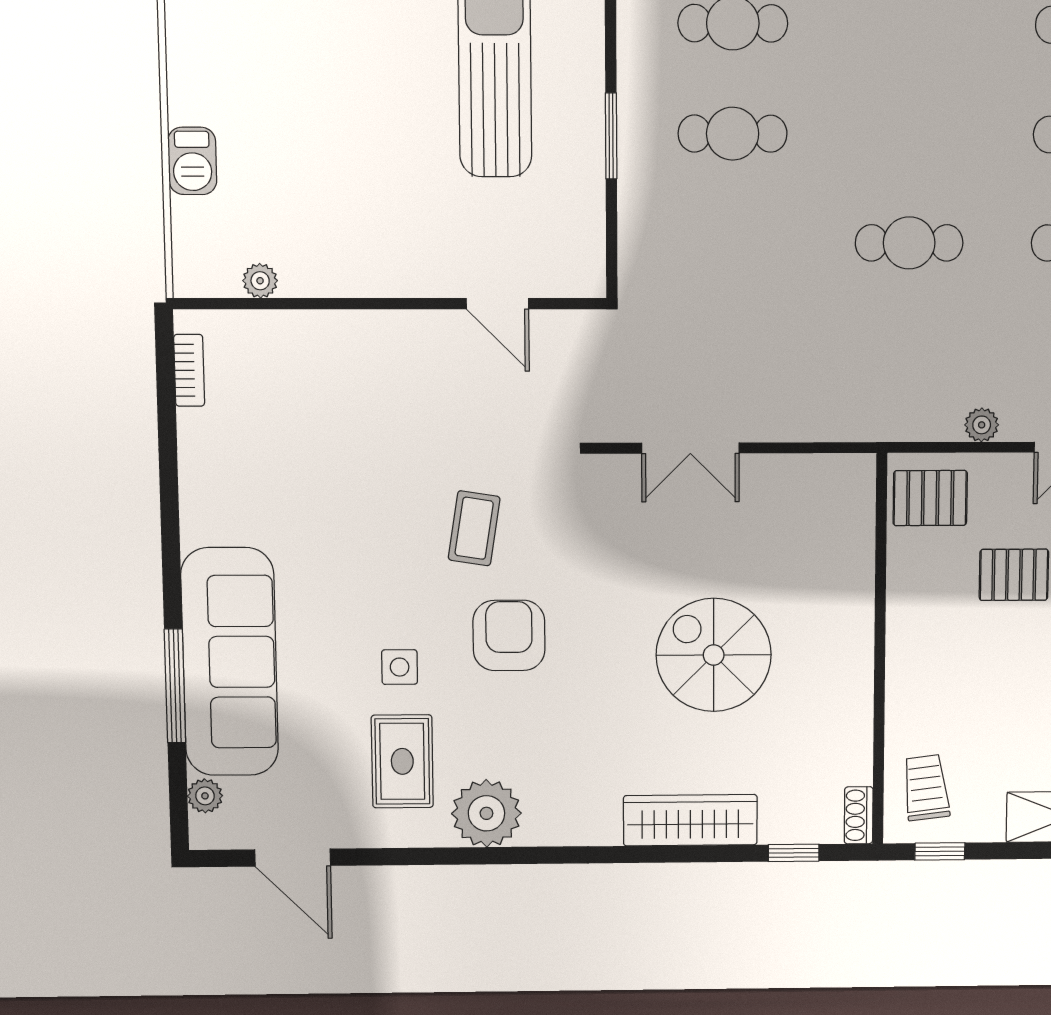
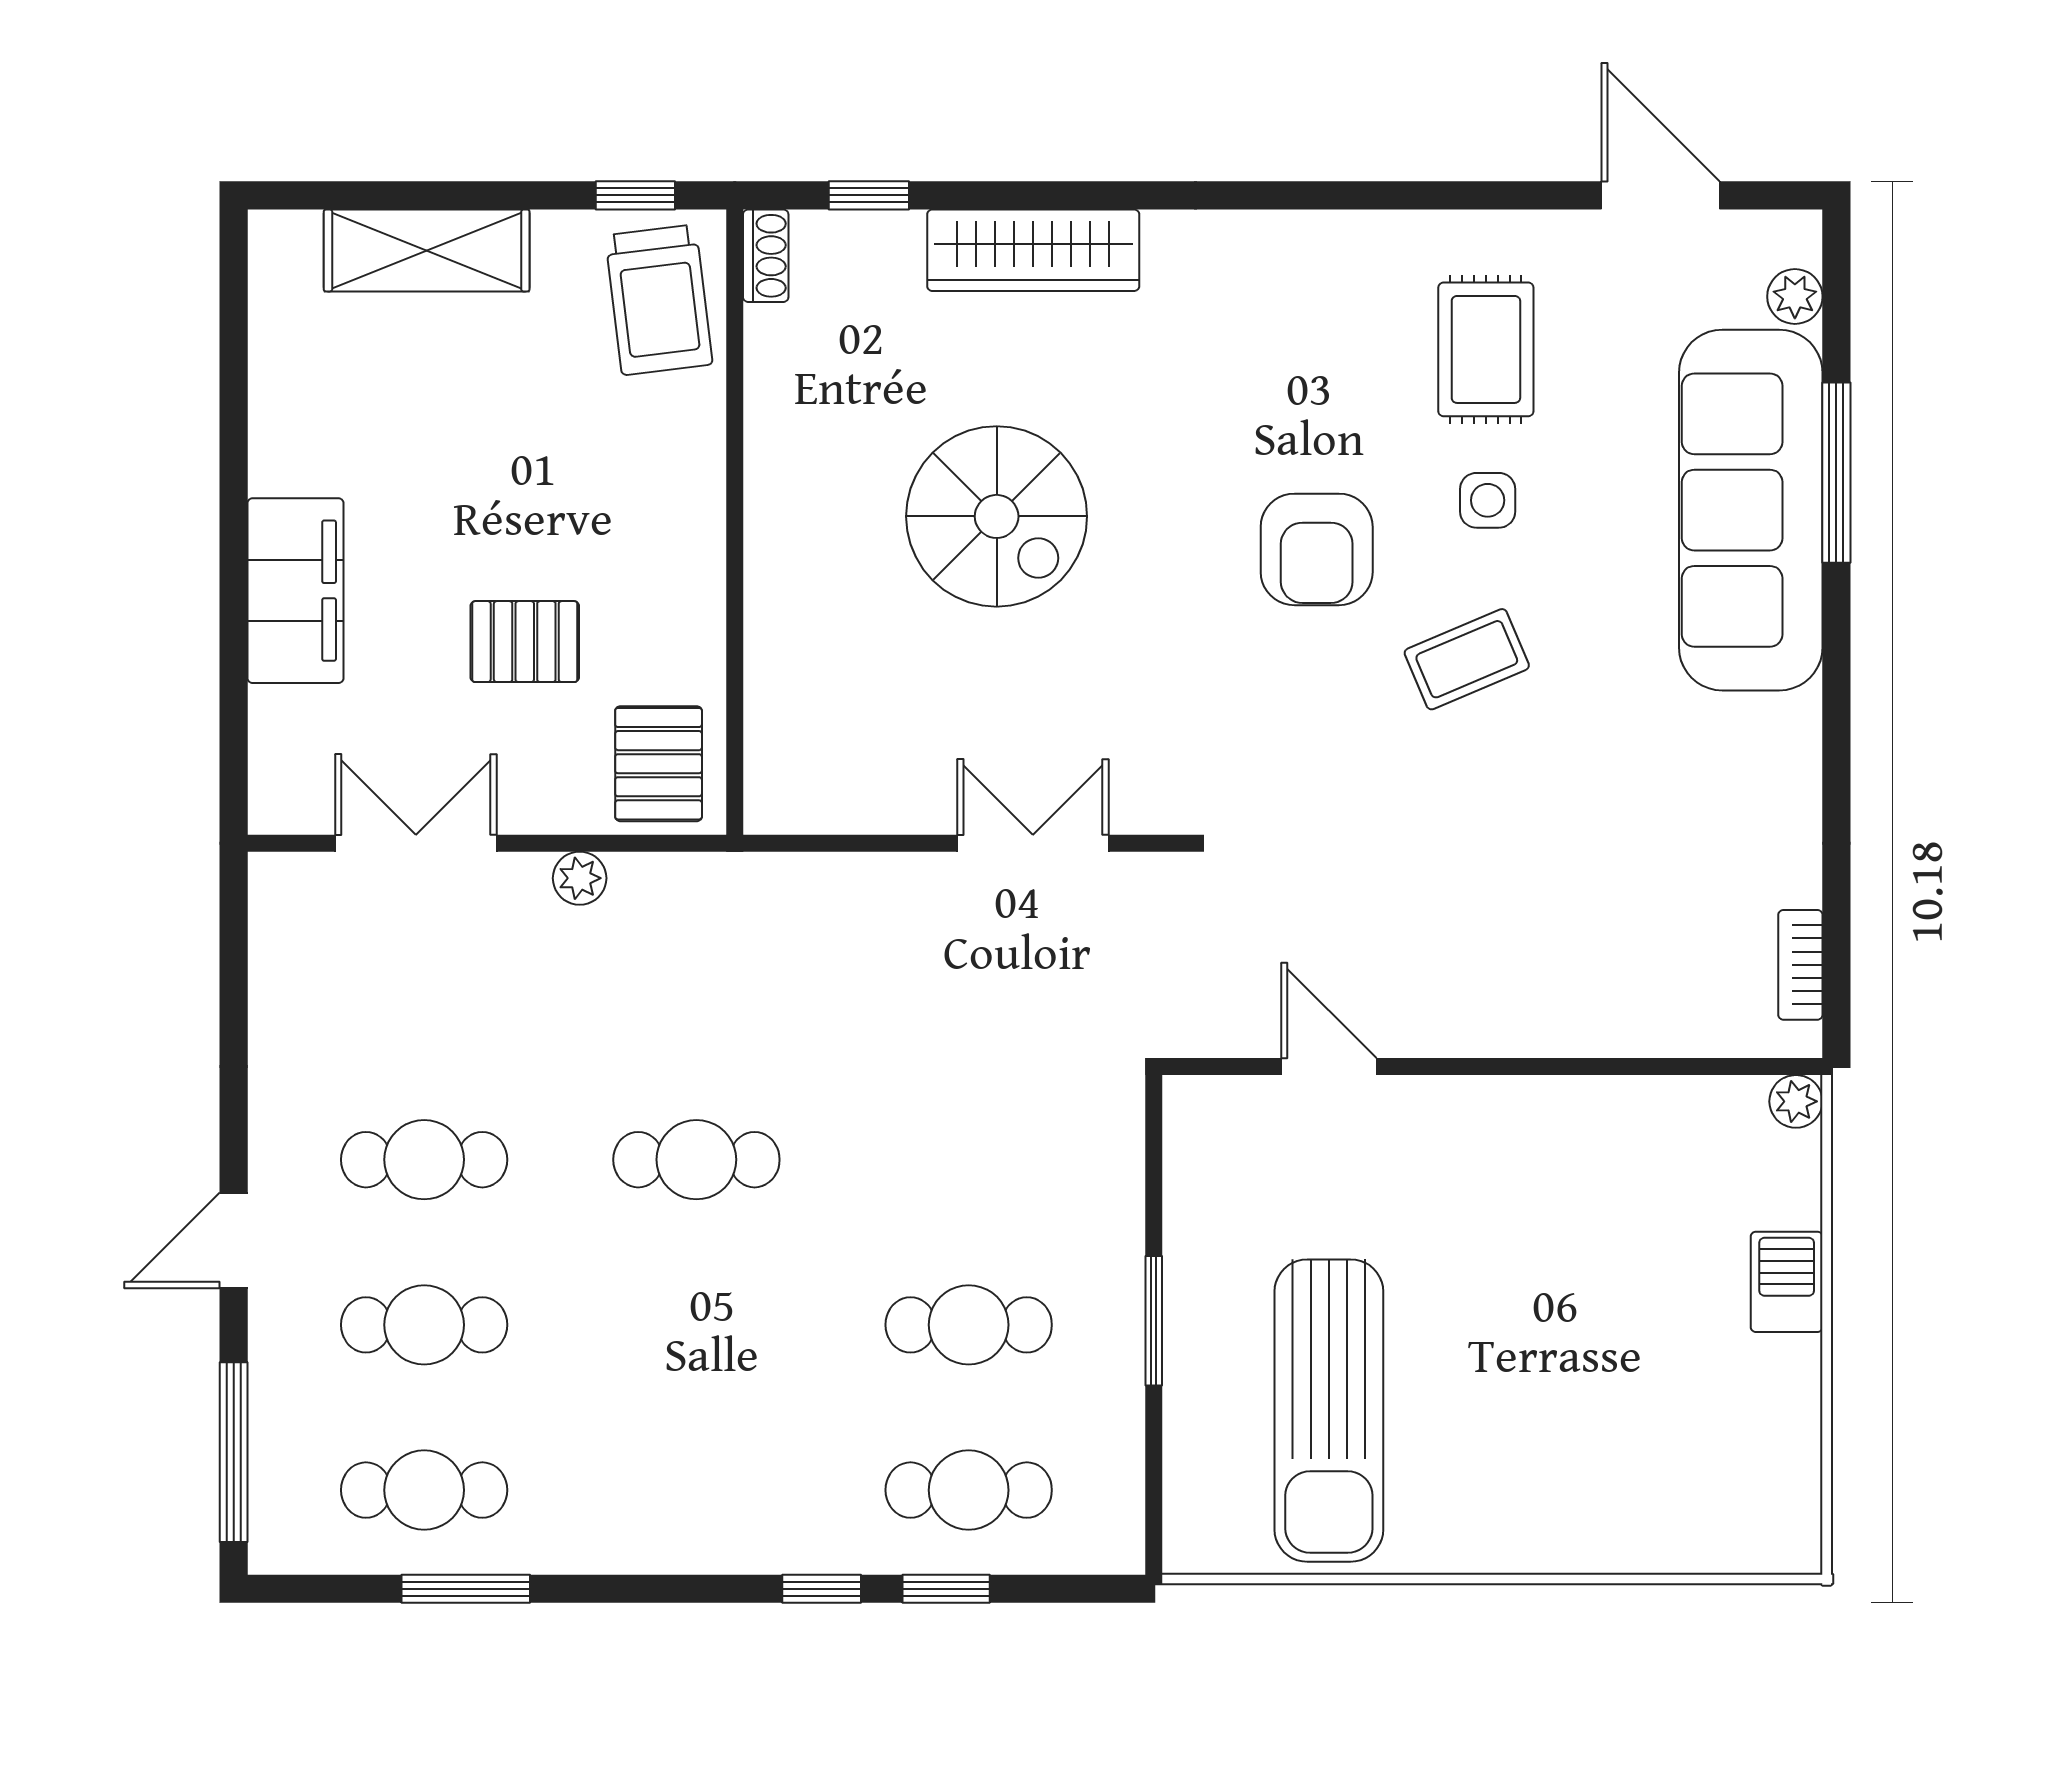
plant: (260, 281) -> (1796, 1101), moved
pallet: (930, 498) -> (659, 764), turned 90
coffee table: (474, 528) -> (1467, 659), moved, turned 58
trolley: (926, 788) -> (659, 300), width x1.36, depth x1.39
plant: (486, 813) -> (1355, 264), removed

